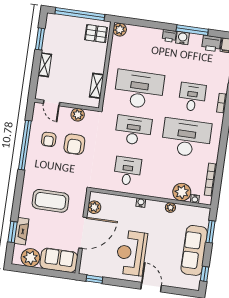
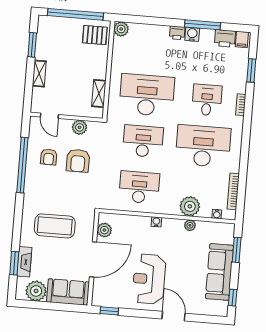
desk: (127, 171) -> (139, 187), width x1.37
plant: (182, 192) -> (190, 206), moved

